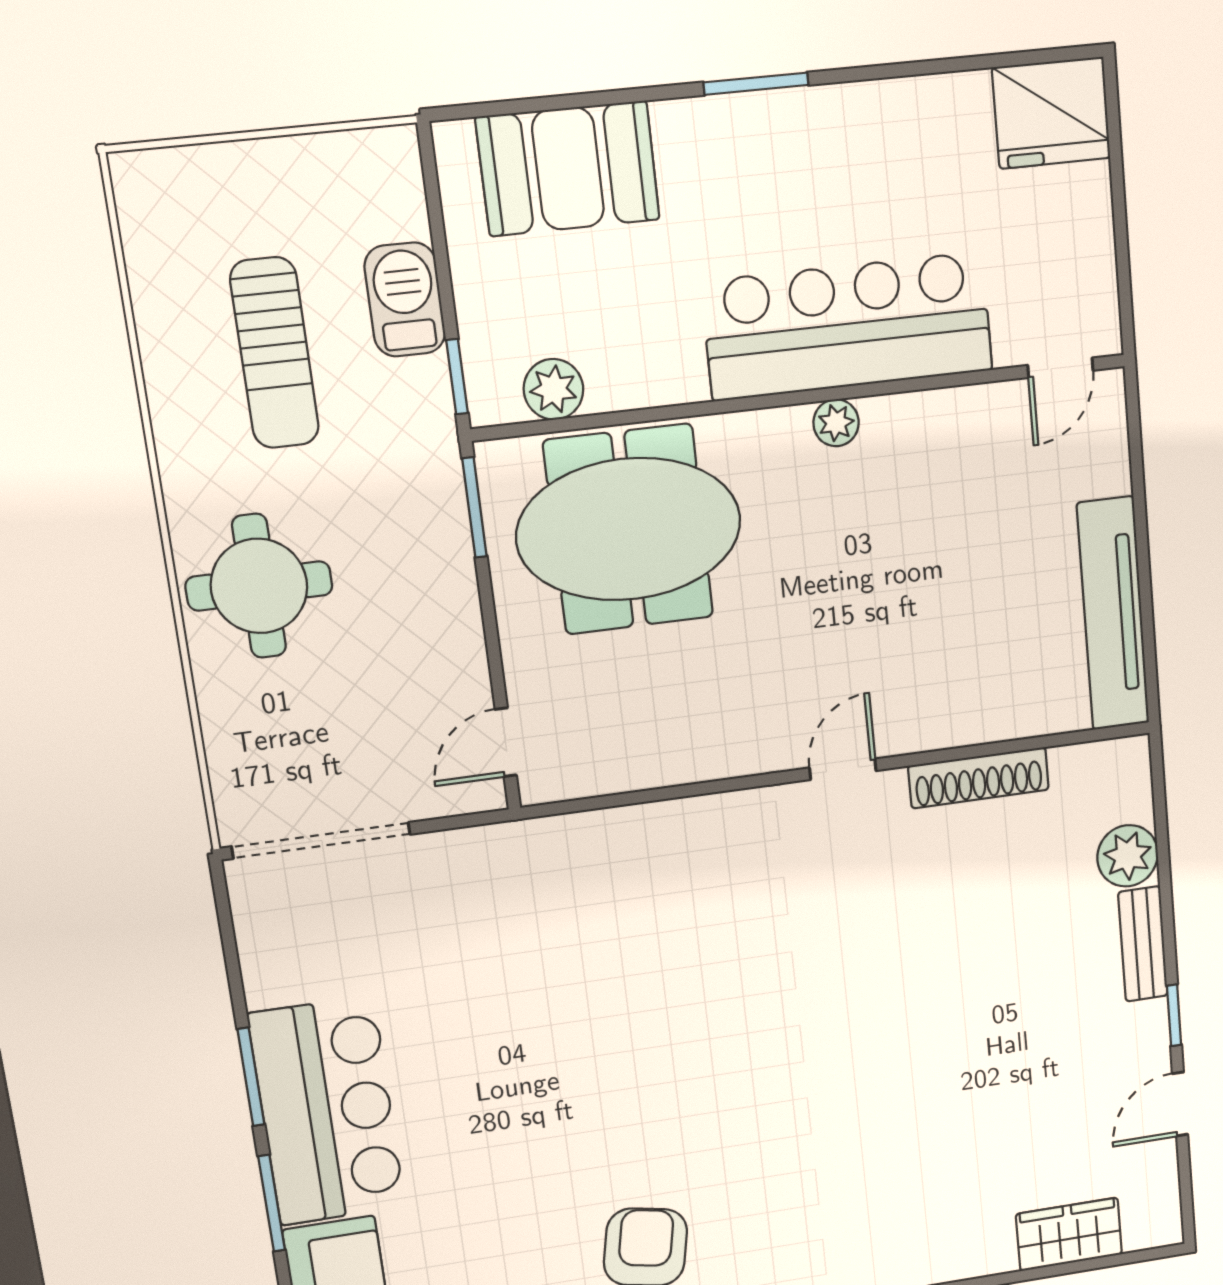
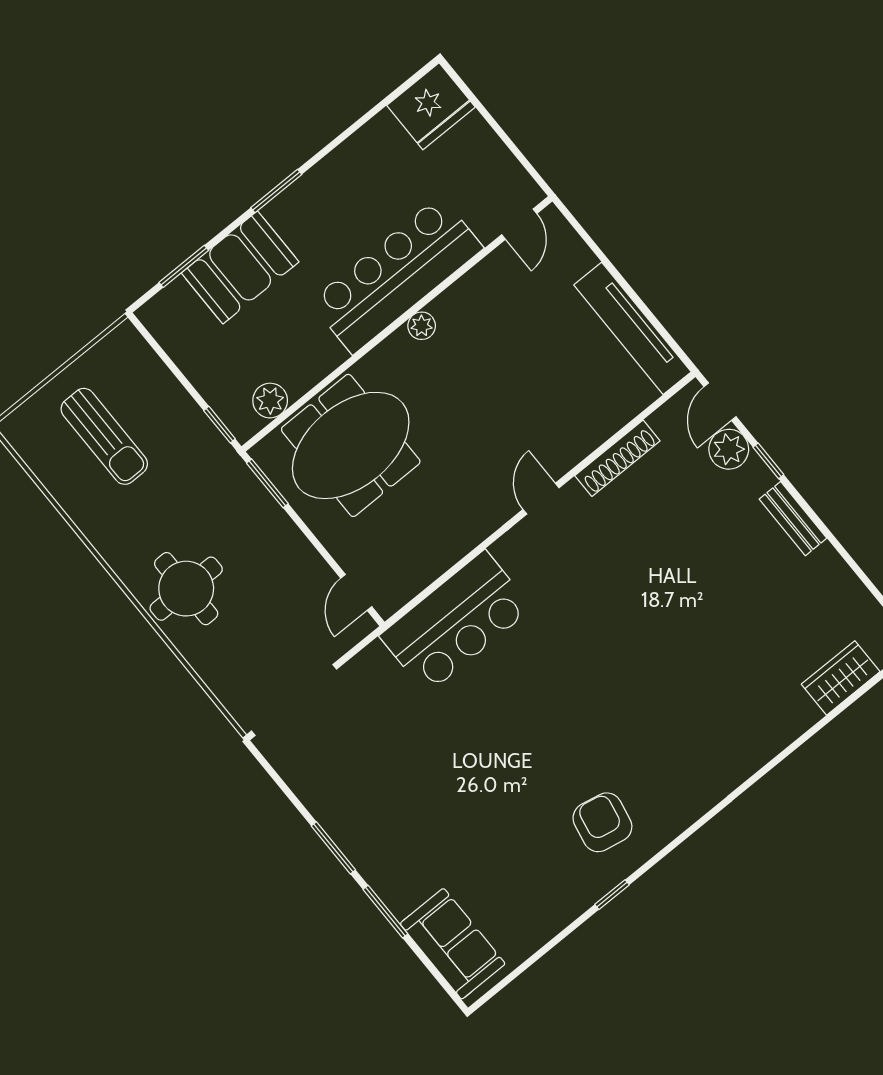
window: (550, 103) -> (184, 266), added
booth: (568, 169) -> (240, 267), moved
barbecue: (405, 300) -> (172, 404), removed
sun lounger: (275, 353) -> (104, 436), moved
bench: (1143, 944) -> (793, 519), moved
window: (1174, 1015) -> (768, 461), moved
door: (1180, 1104) -> (720, 402), moved
bar counter: (327, 1111) -> (456, 622), moved, turned 90

